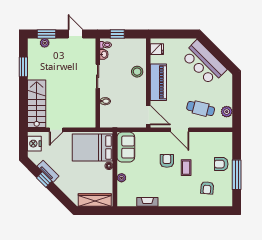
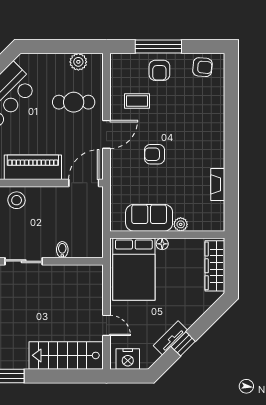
cafe table: (201, 109) -> (74, 102), turned 76
sofa: (126, 147) -> (149, 218), moved
coffee table: (186, 168) -> (137, 101), moved
window: (237, 175) -> (158, 47), moved
armchair: (207, 188) -> (202, 67), moved

